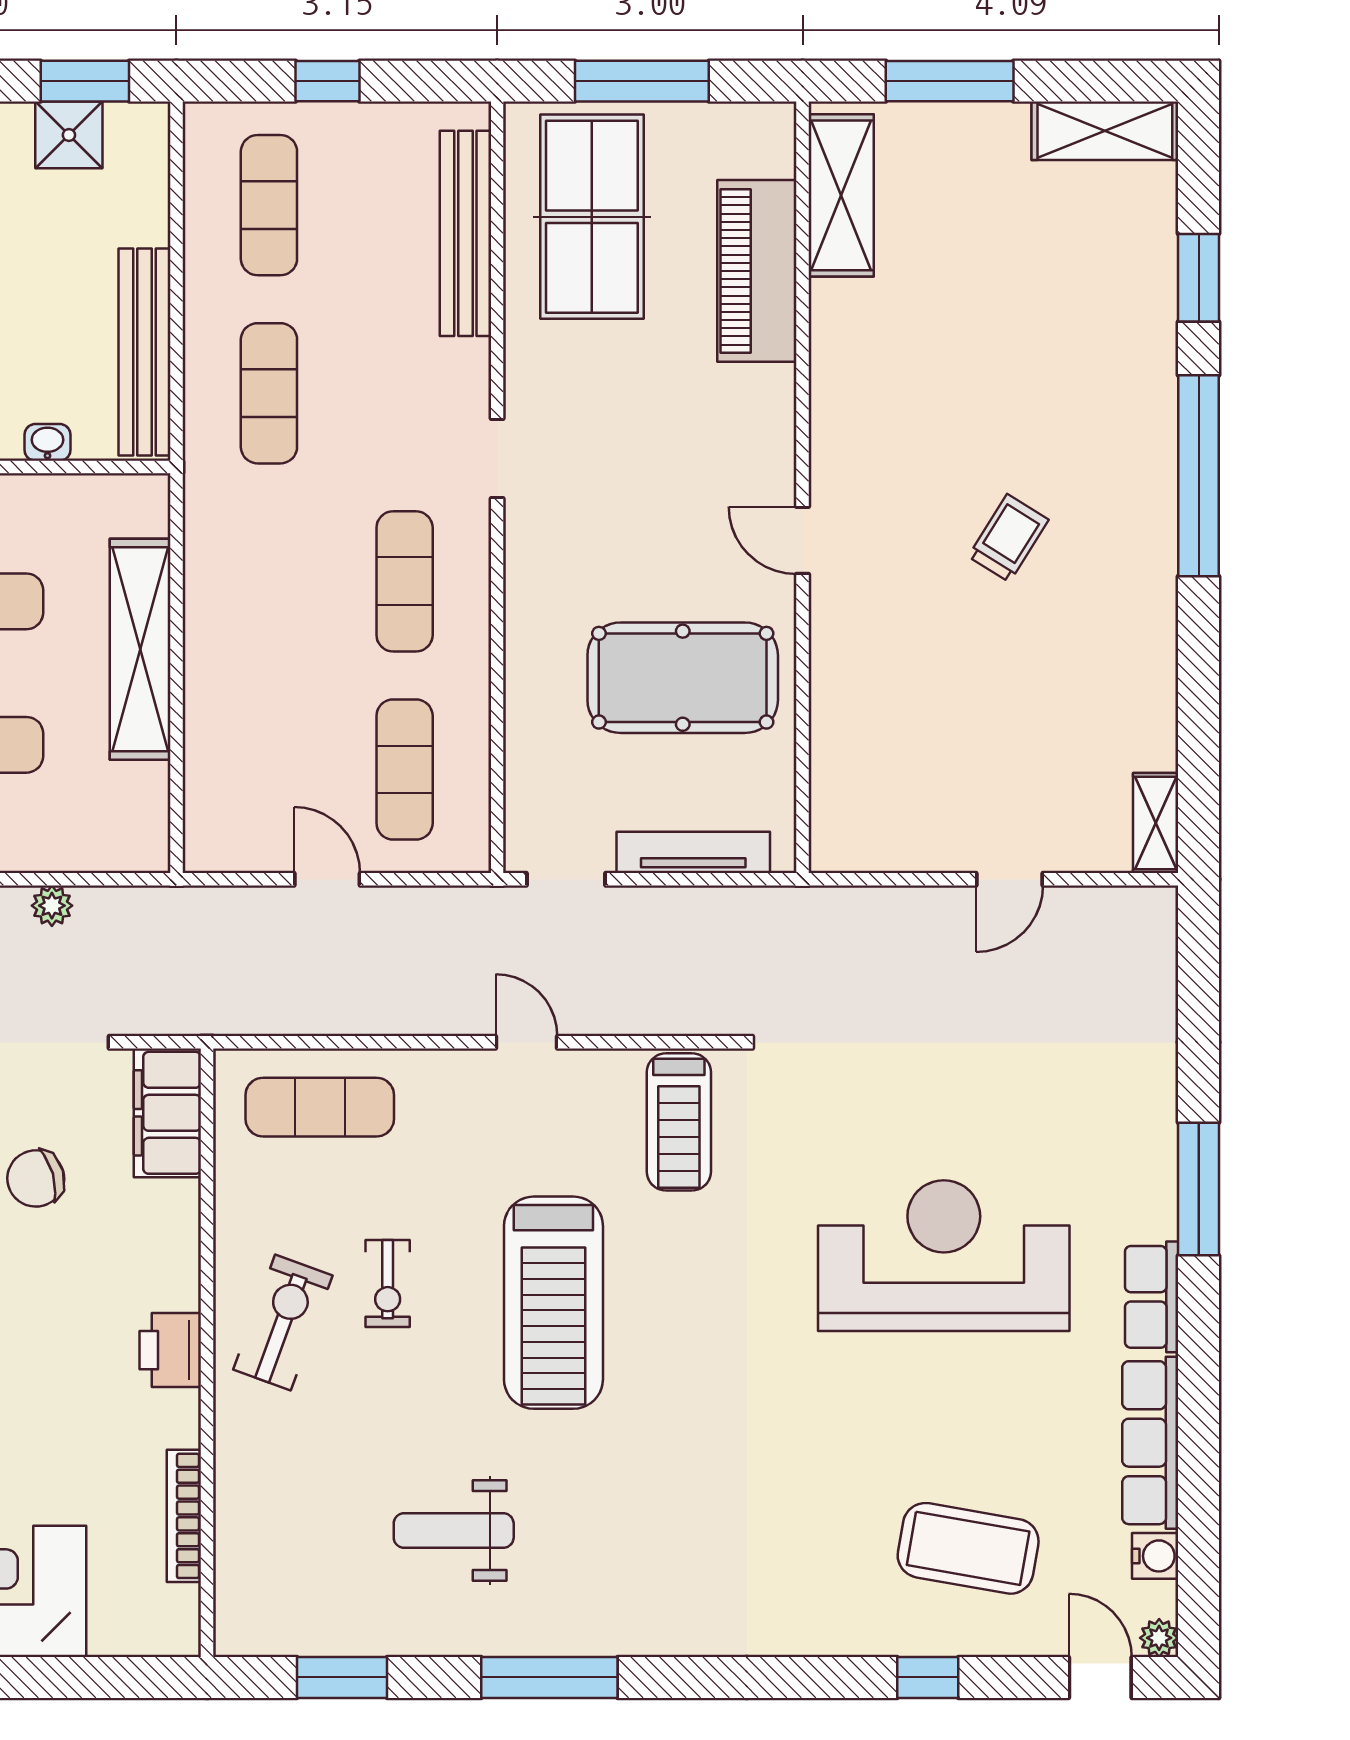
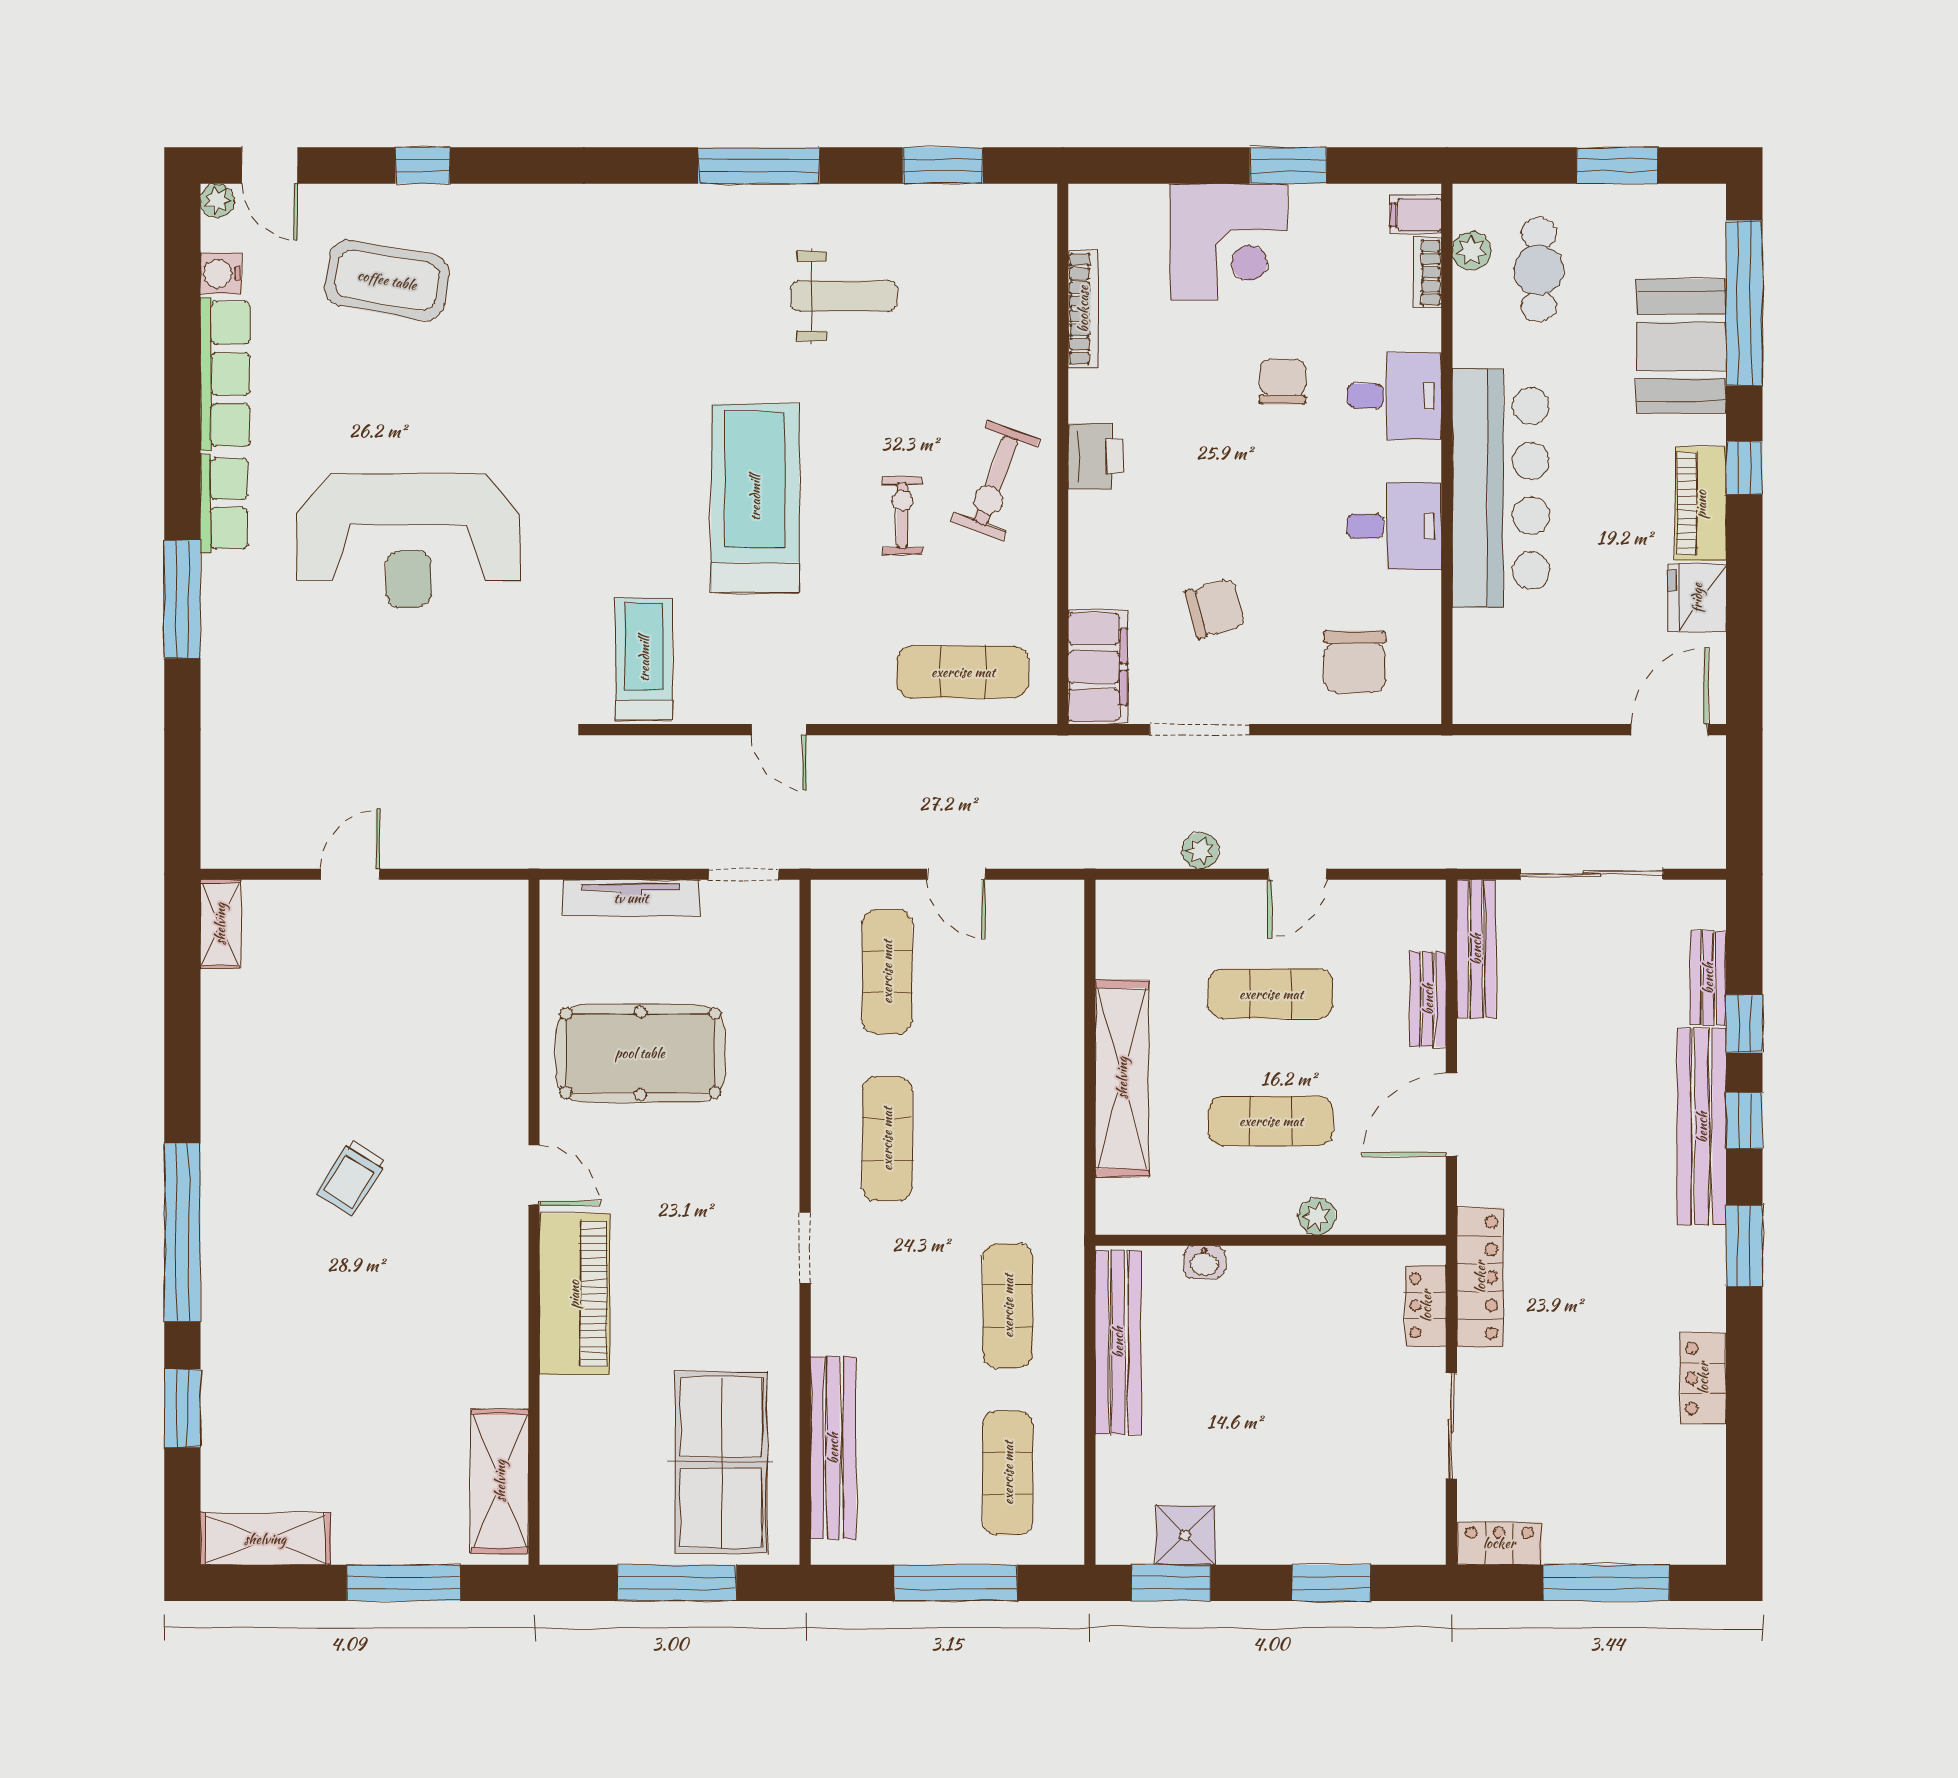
window: (328, 81) -> (956, 1583), width x2.17
piano: (757, 271) -> (574, 1294), moved

